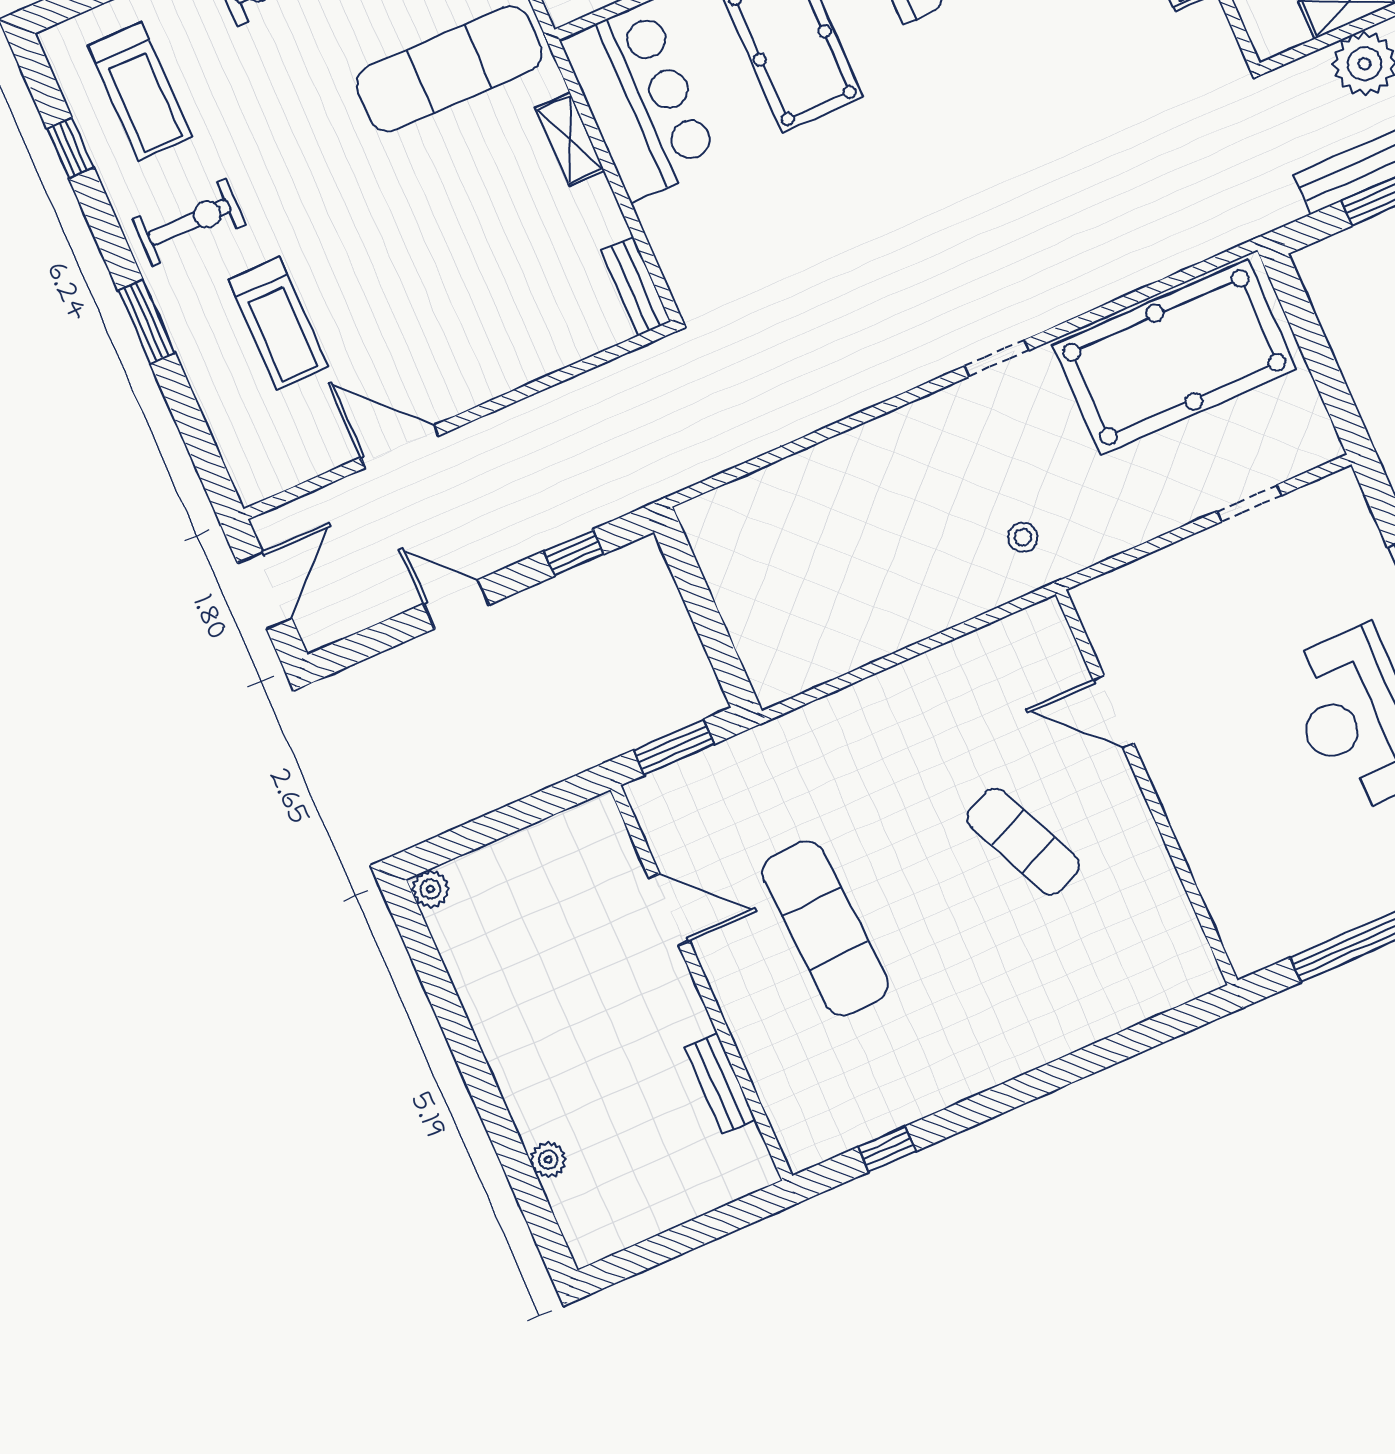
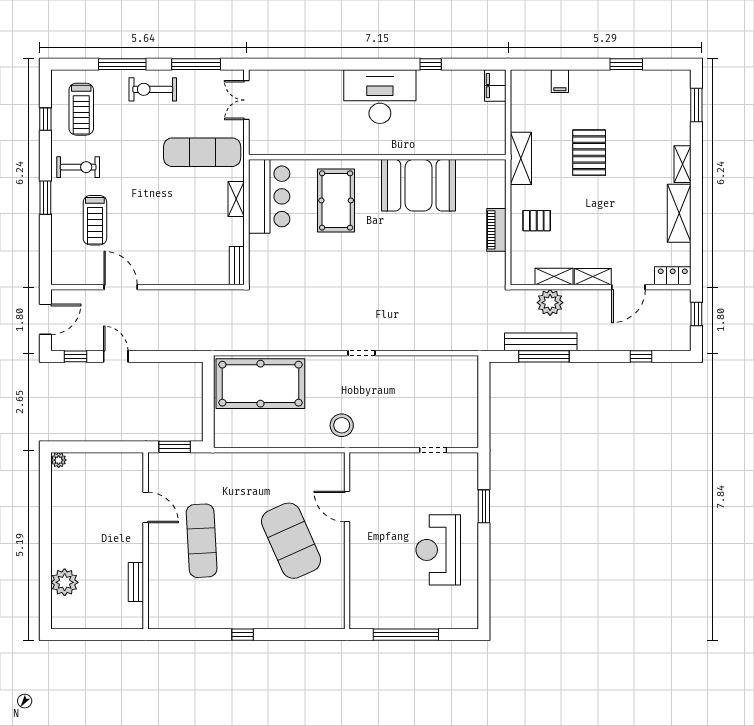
pool table: (1174, 357) -> (260, 384), moved
stool: (1023, 537) -> (342, 425), width x1.89, depth x1.89
window: (574, 553) -> (76, 356), moved
exercise mat: (1023, 842) -> (291, 541), width x2.00, depth x1.45
window: (887, 1149) -> (243, 635), moved
plant: (548, 1160) -> (65, 582), width x1.88, depth x1.88

